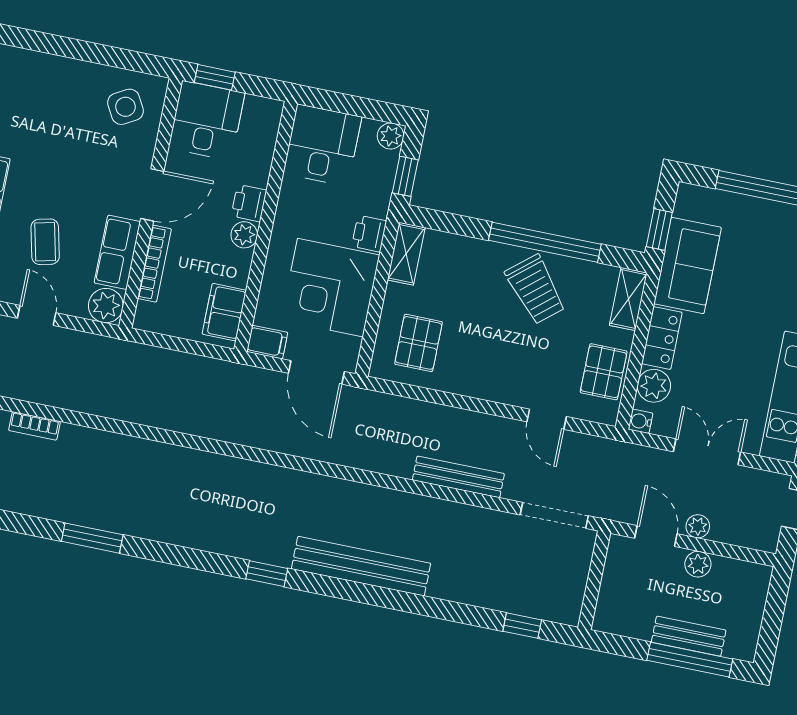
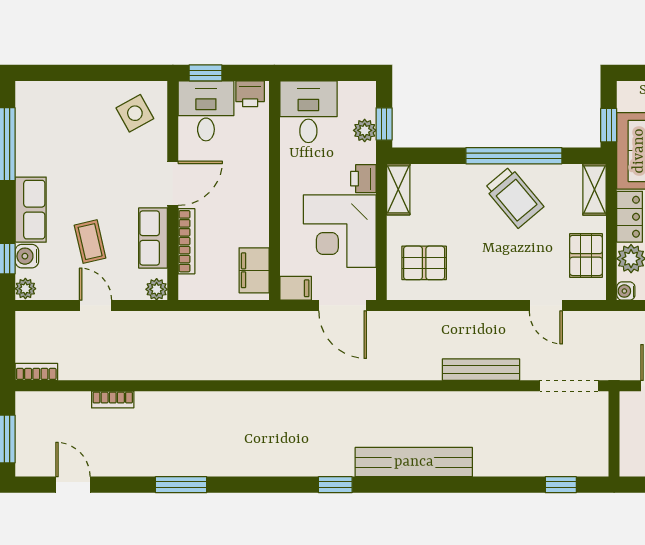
plant: (391, 136) -> (365, 130), moved
printer: (249, 203) -> (250, 94), moved, turned -90
plant: (244, 235) -> (258, 201), removed
plant: (106, 306) -> (157, 289), width x0.73, depth x0.73
pallet: (419, 343) -> (424, 263), turned 90

